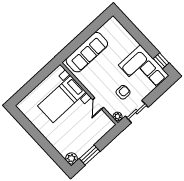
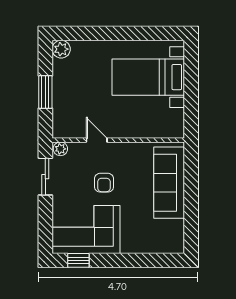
armchair: (123, 92) -> (104, 183), moved
bed with nightstands: (62, 99) -> (148, 77), moved, turned -90
window: (90, 155) -> (45, 92), moved

